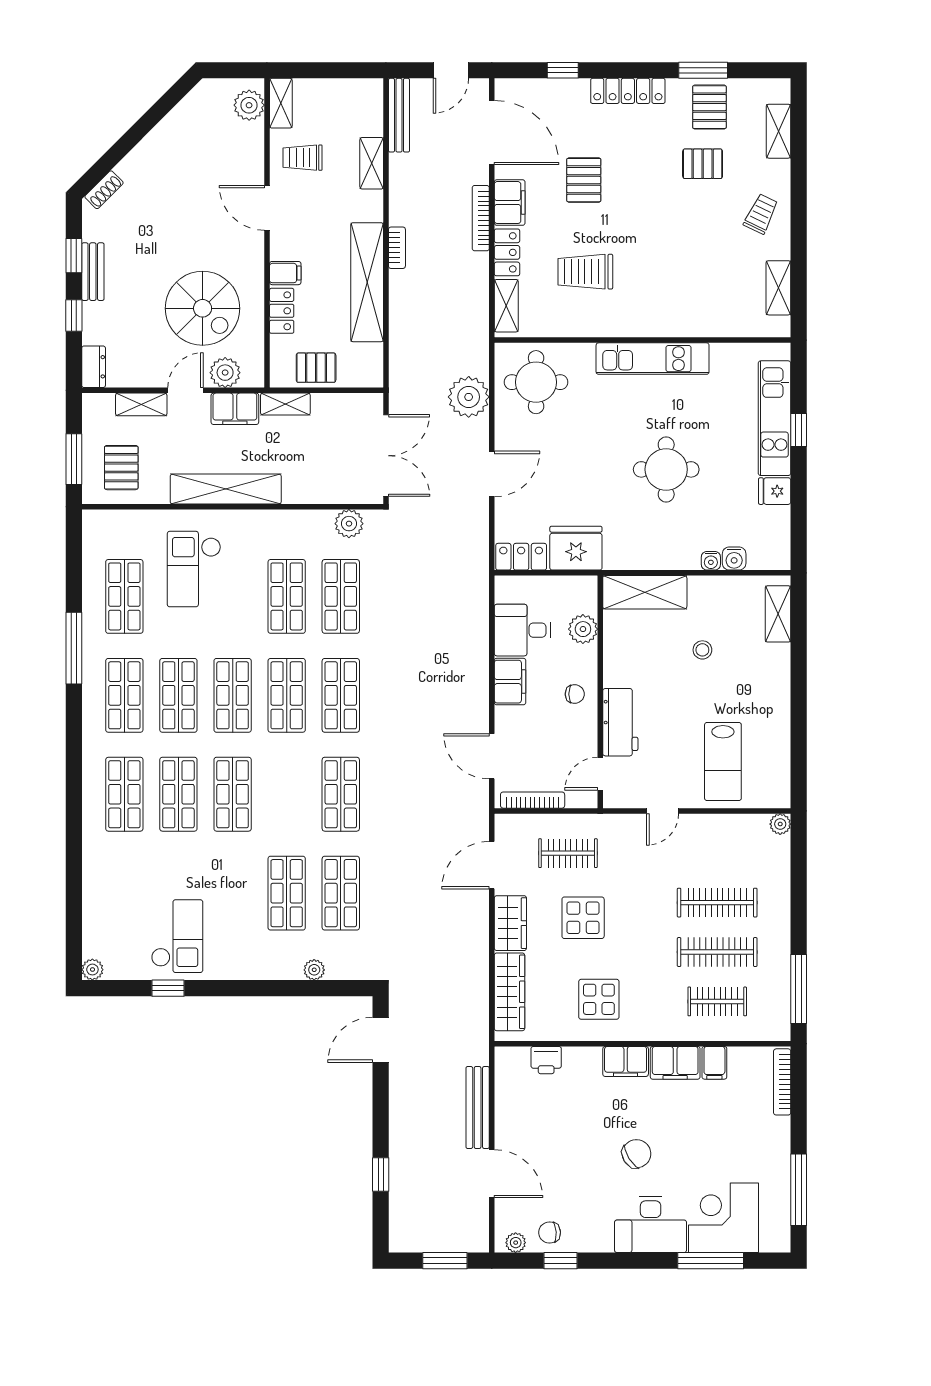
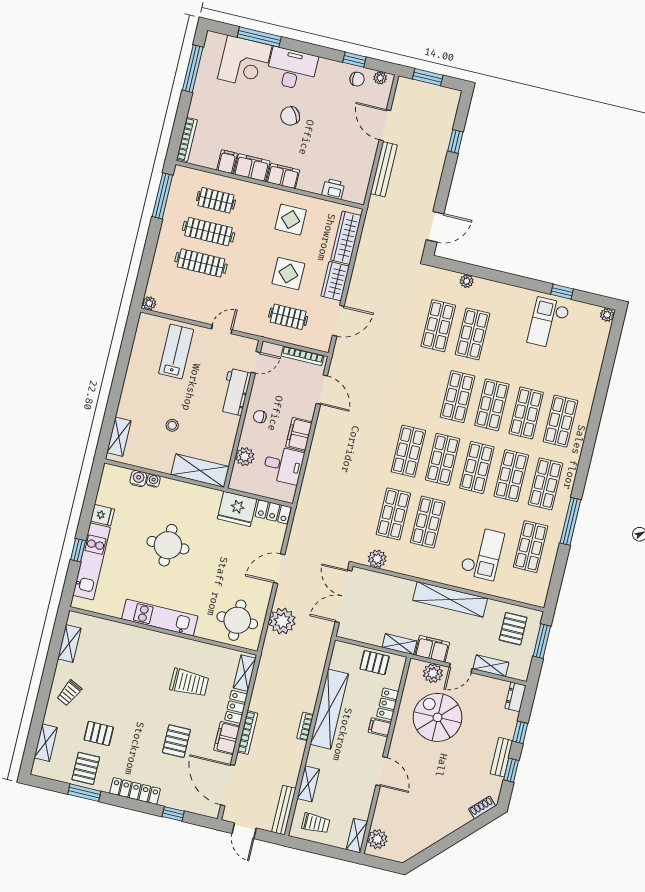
door: (451, 70) -> (244, 831), swing flipped
trolley: (302, 158) -> (316, 823), moved
shop shelf: (341, 794) -> (458, 397), moved

